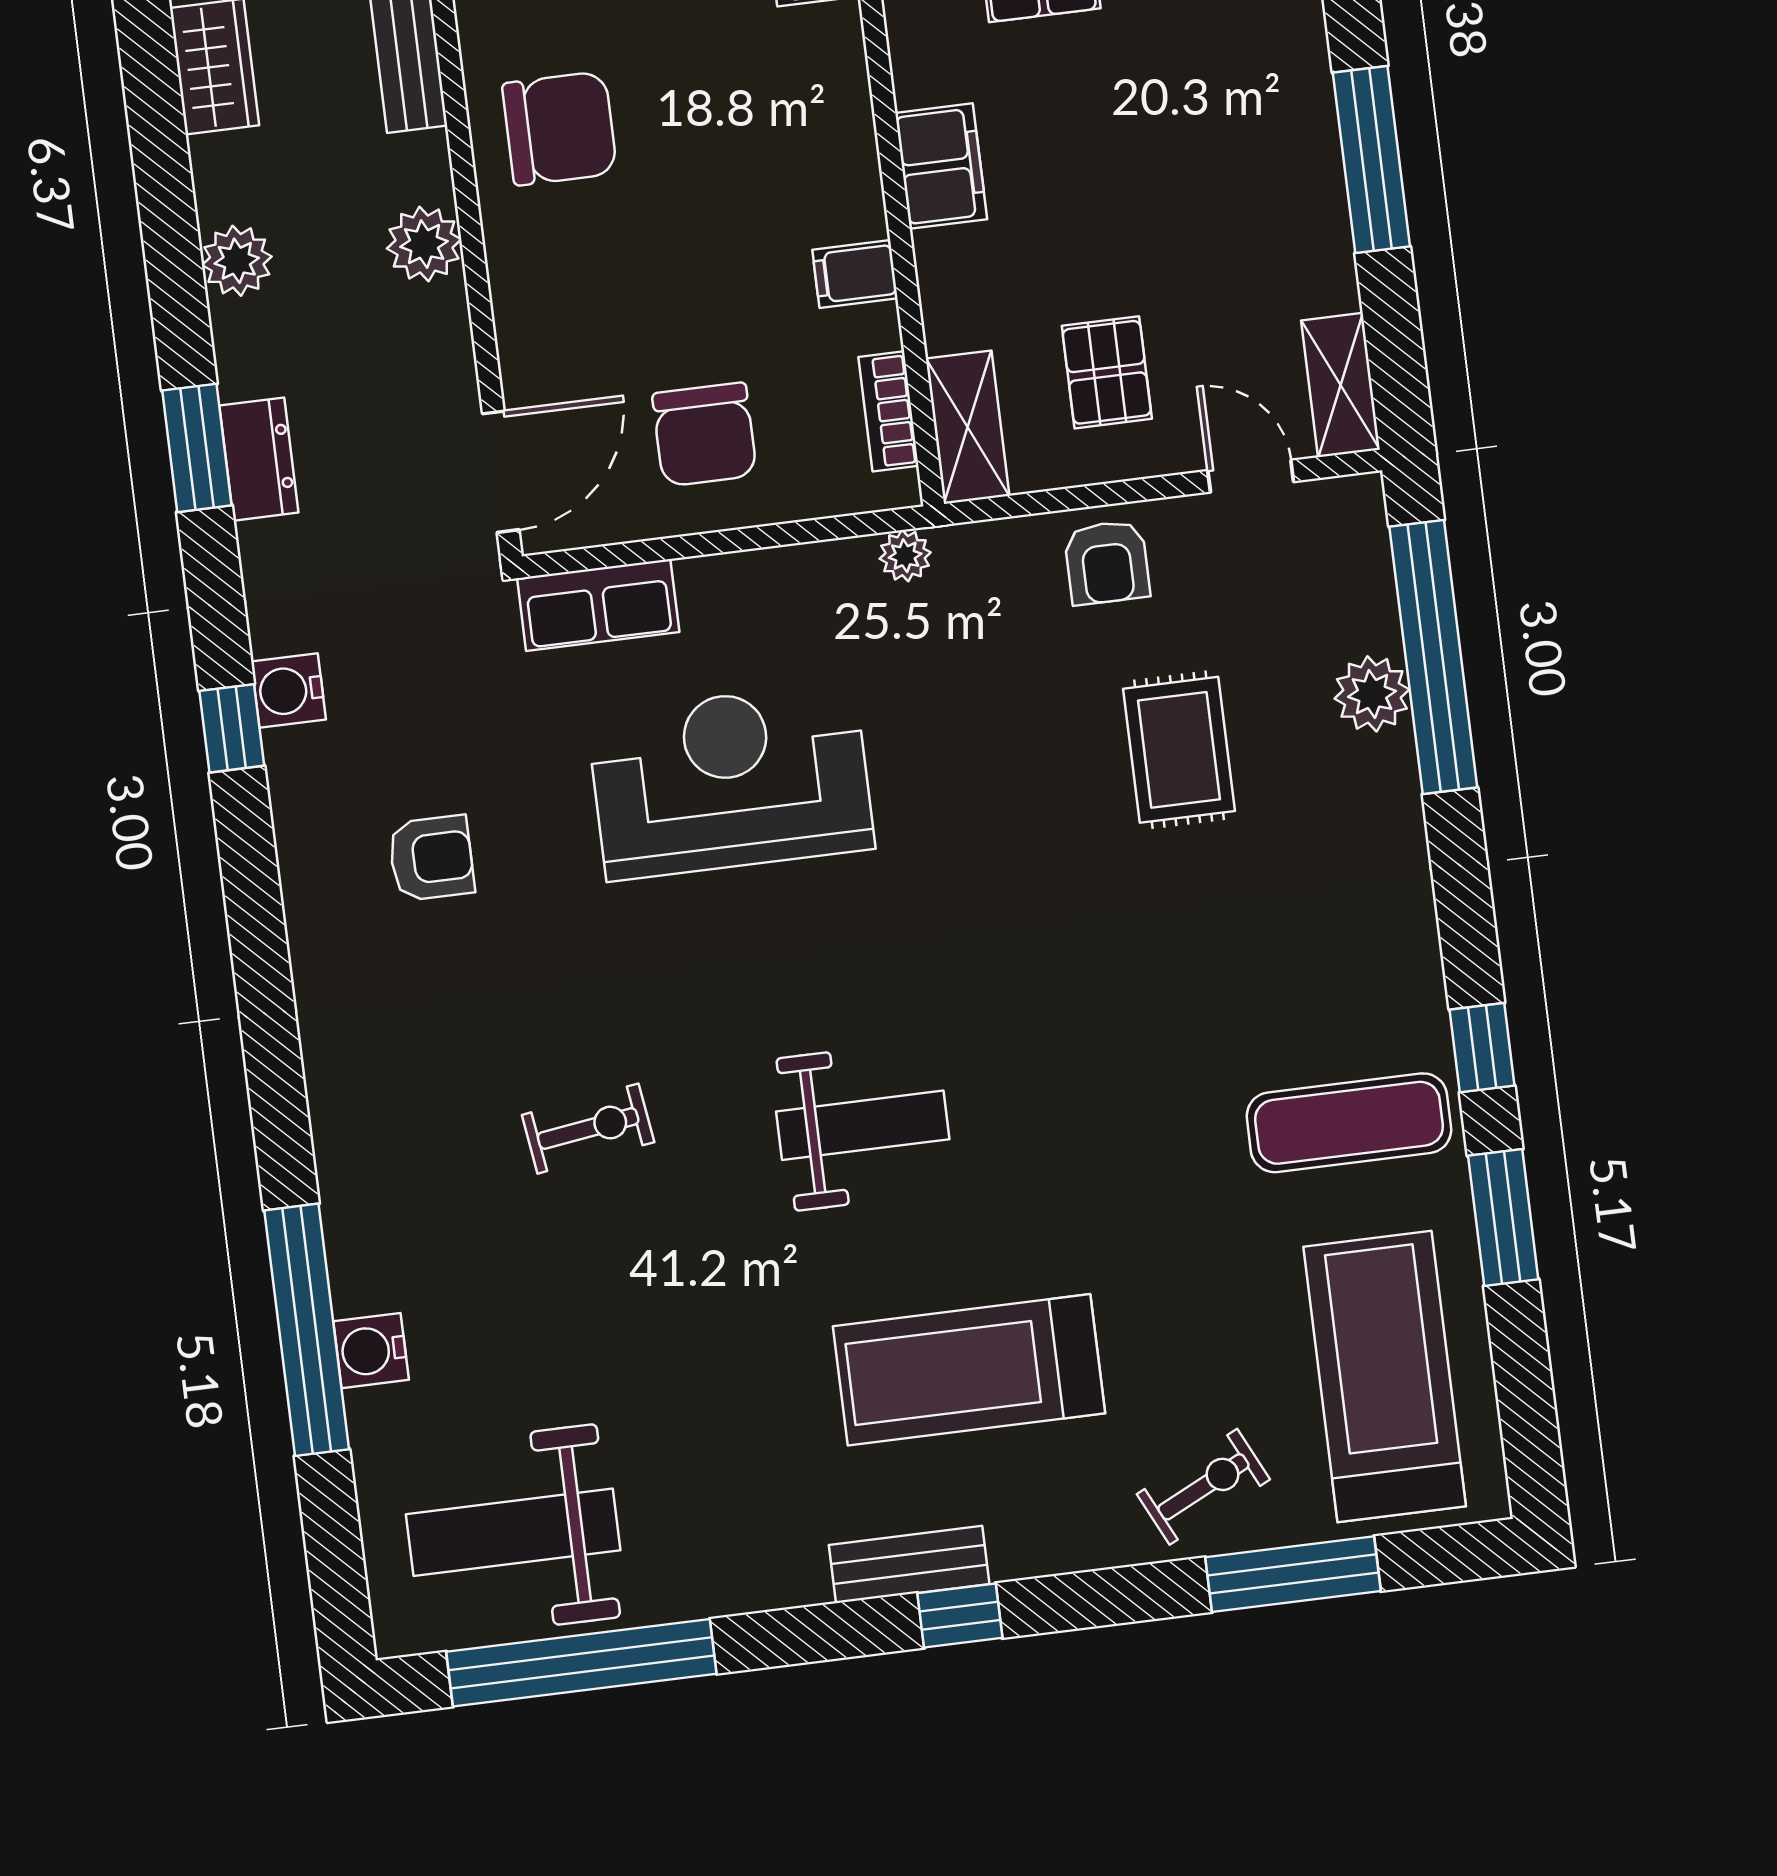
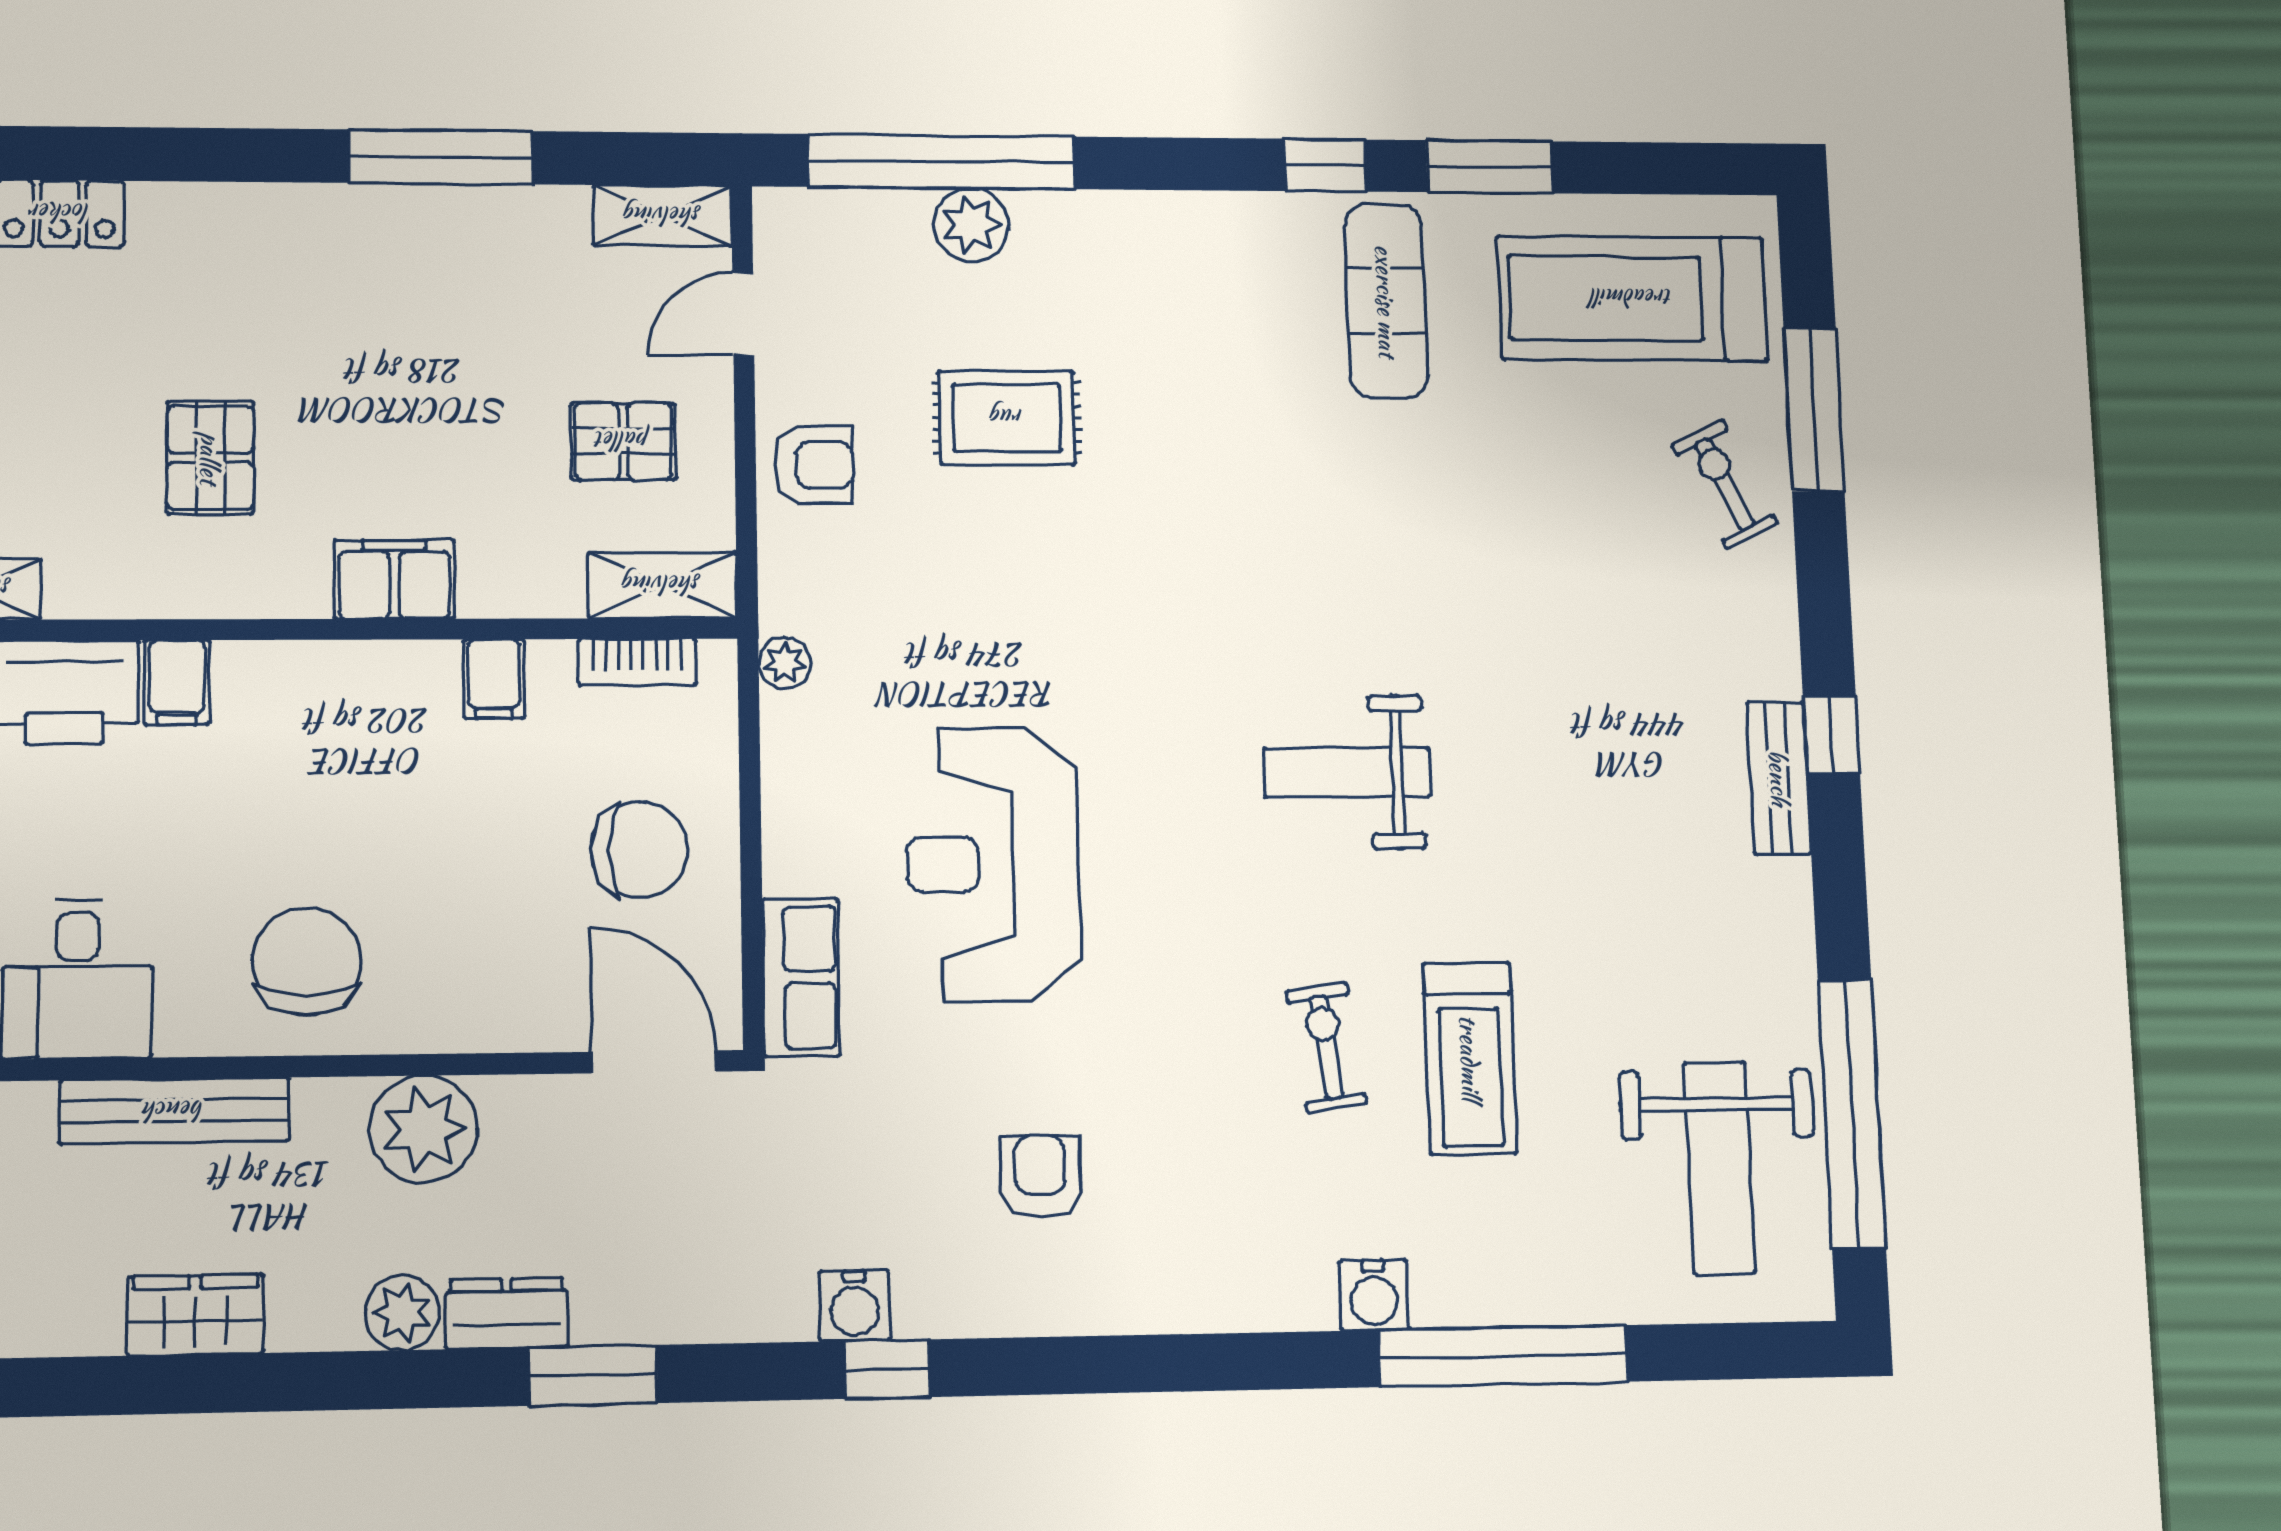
plant: (424, 244) -> (424, 1129), width x1.36, depth x1.36
dresser: (259, 459) -> (507, 1313), moved
weight bench: (863, 1125) -> (1347, 772), turned -90
water cooler: (371, 1351) -> (1374, 1295), moved
treadmill: (969, 1370) -> (1470, 1058), moved, width x0.73, depth x0.73

